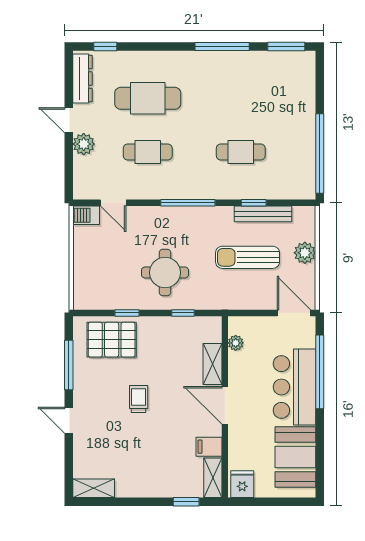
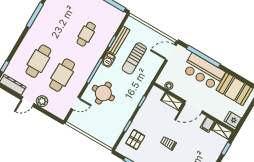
cafe table: (148, 152) -> (62, 75), width x1.37, depth x1.35
barbecue: (86, 215) -> (108, 60), moved
plant: (305, 253) -> (147, 32), removed
round table: (165, 273) -> (103, 93), moved
pallet: (112, 340) -> (135, 140), width x0.67, depth x0.71

